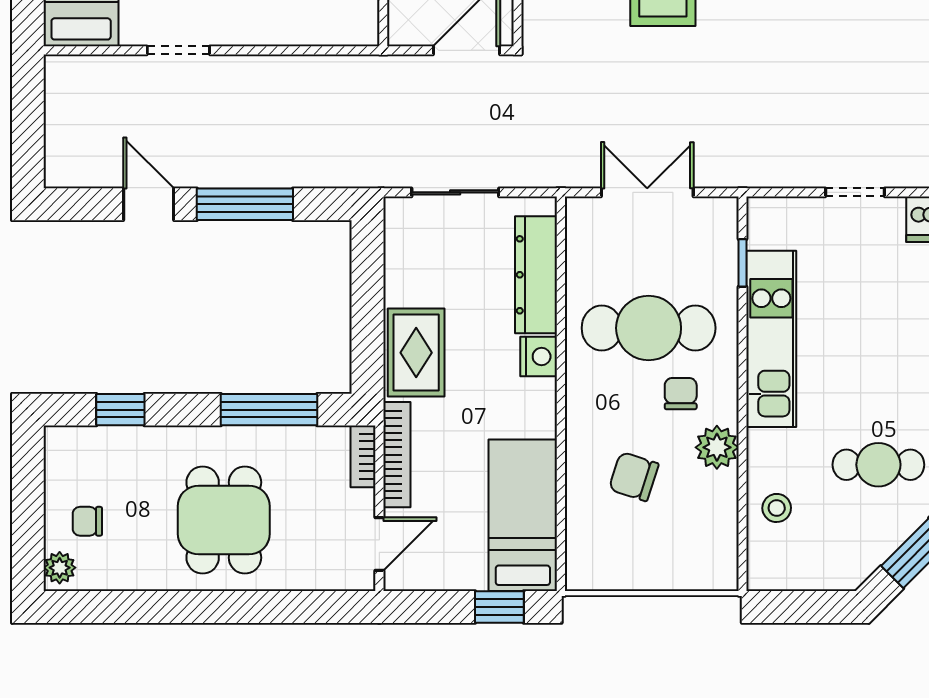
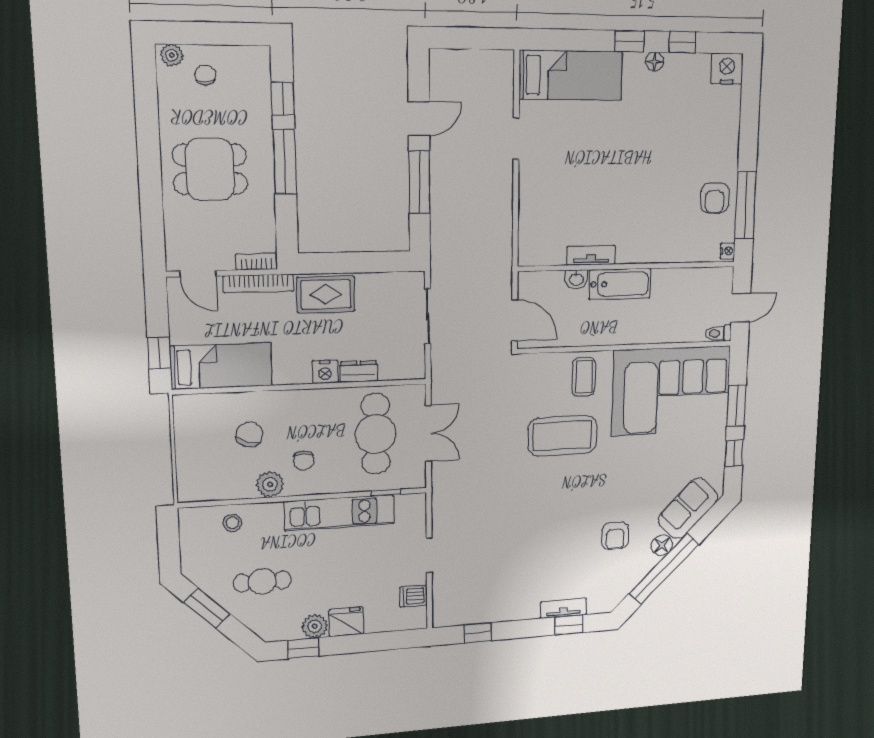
dresser: (536, 275) -> (359, 371), width x0.51, depth x0.80
cafe table: (649, 328) -> (376, 434), moved
chair: (681, 394) -> (304, 460), turned 90
window: (269, 410) -> (285, 162), moved
cafe table: (878, 465) -> (262, 581), turned 90

